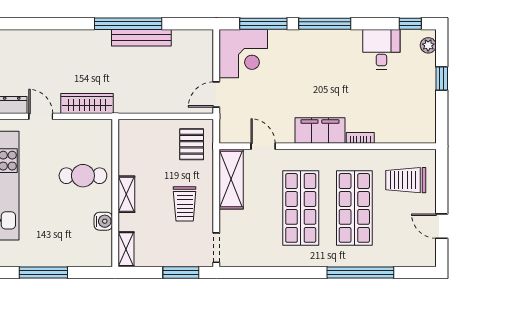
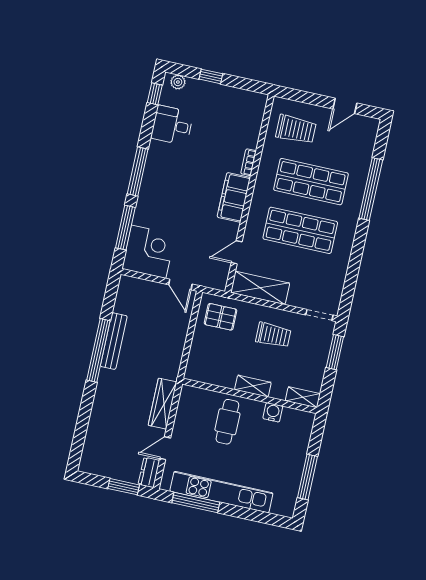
trolley: (406, 180) -> (296, 129), turned -90

